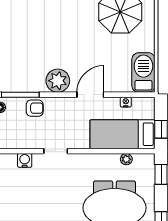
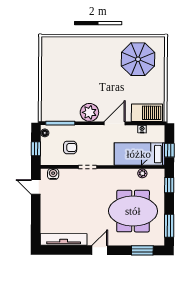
barbecue: (143, 72) -> (147, 113), moved, turned 90
armchair: (35, 108) -> (70, 147), moved
water cooler: (25, 160) -> (53, 174), moved

